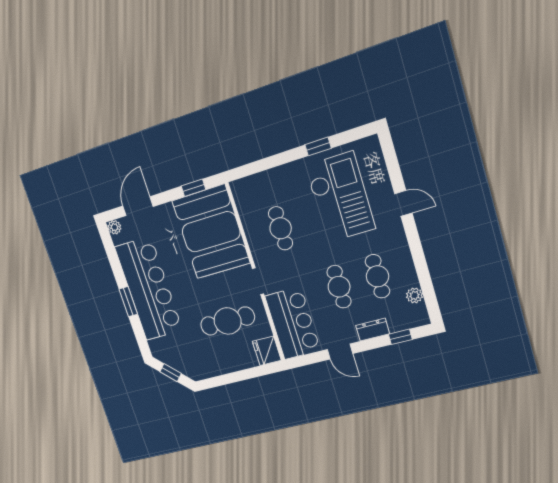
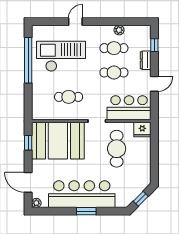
window: (318, 146) -> (28, 60), width x3.17
plant: (414, 295) -> (119, 30), moved

